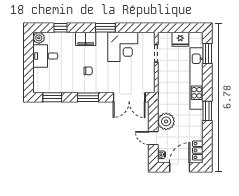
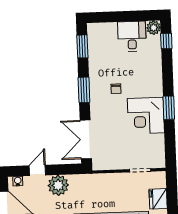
window: (60, 28) -> (166, 41), moved
filing cabinet: (86, 39) -> (154, 84), removed
corner desk: (123, 47) -> (146, 116), moved

